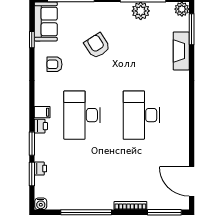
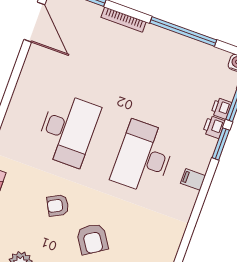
armchair: (55, 64) -> (58, 205), moved, turned 152
desk: (82, 115) -> (143, 157), turned 180
printer: (41, 126) -> (214, 127), moved

